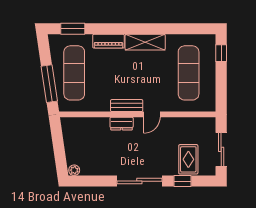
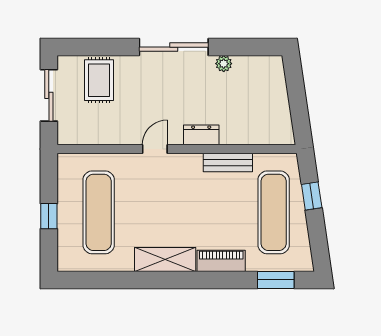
window: (221, 53) -> (49, 216), moved
window: (49, 84) -> (312, 196), width x0.46
bench: (127, 106) -> (228, 162), moved
plant: (74, 170) -> (224, 64), moved
window: (183, 181) -> (108, 47), removed

